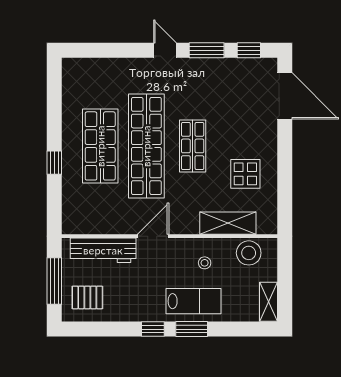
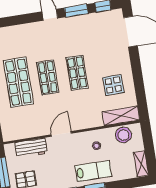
shop shelf: (146, 146) -> (48, 77), width x0.50, depth x0.74
shelving: (228, 223) -> (121, 116), moved
workbench: (103, 250) -> (31, 148), width x0.73

